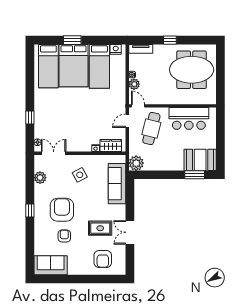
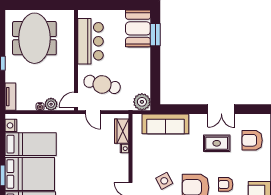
side table: (80, 175) -> (164, 181), moved
rug: (100, 228) -> (217, 143), turned 90
armchair: (103, 259) -> (252, 140), turned 180

